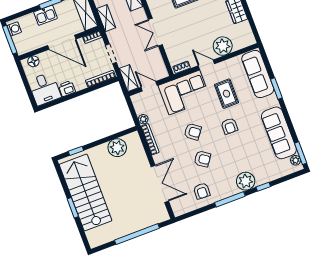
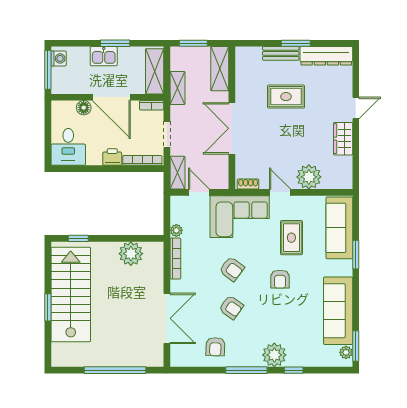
double door: (155, 32) -> (232, 128), width x1.37
floor lamp: (33, 61) -> (84, 108), moved
printer: (67, 89) -> (112, 157), moved

